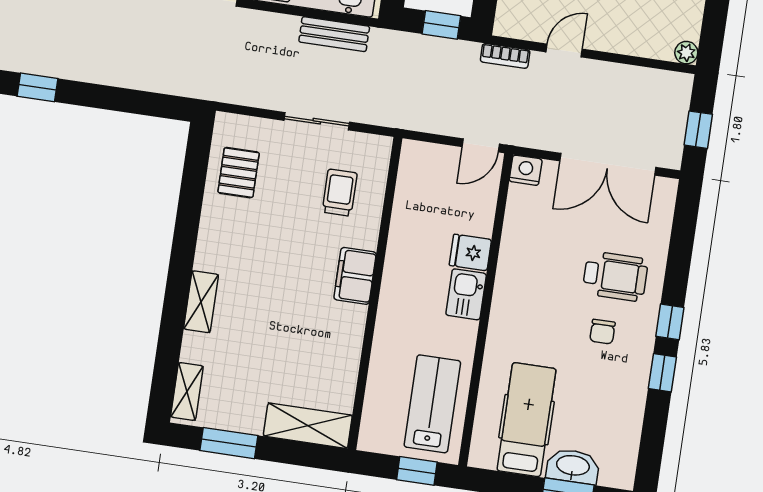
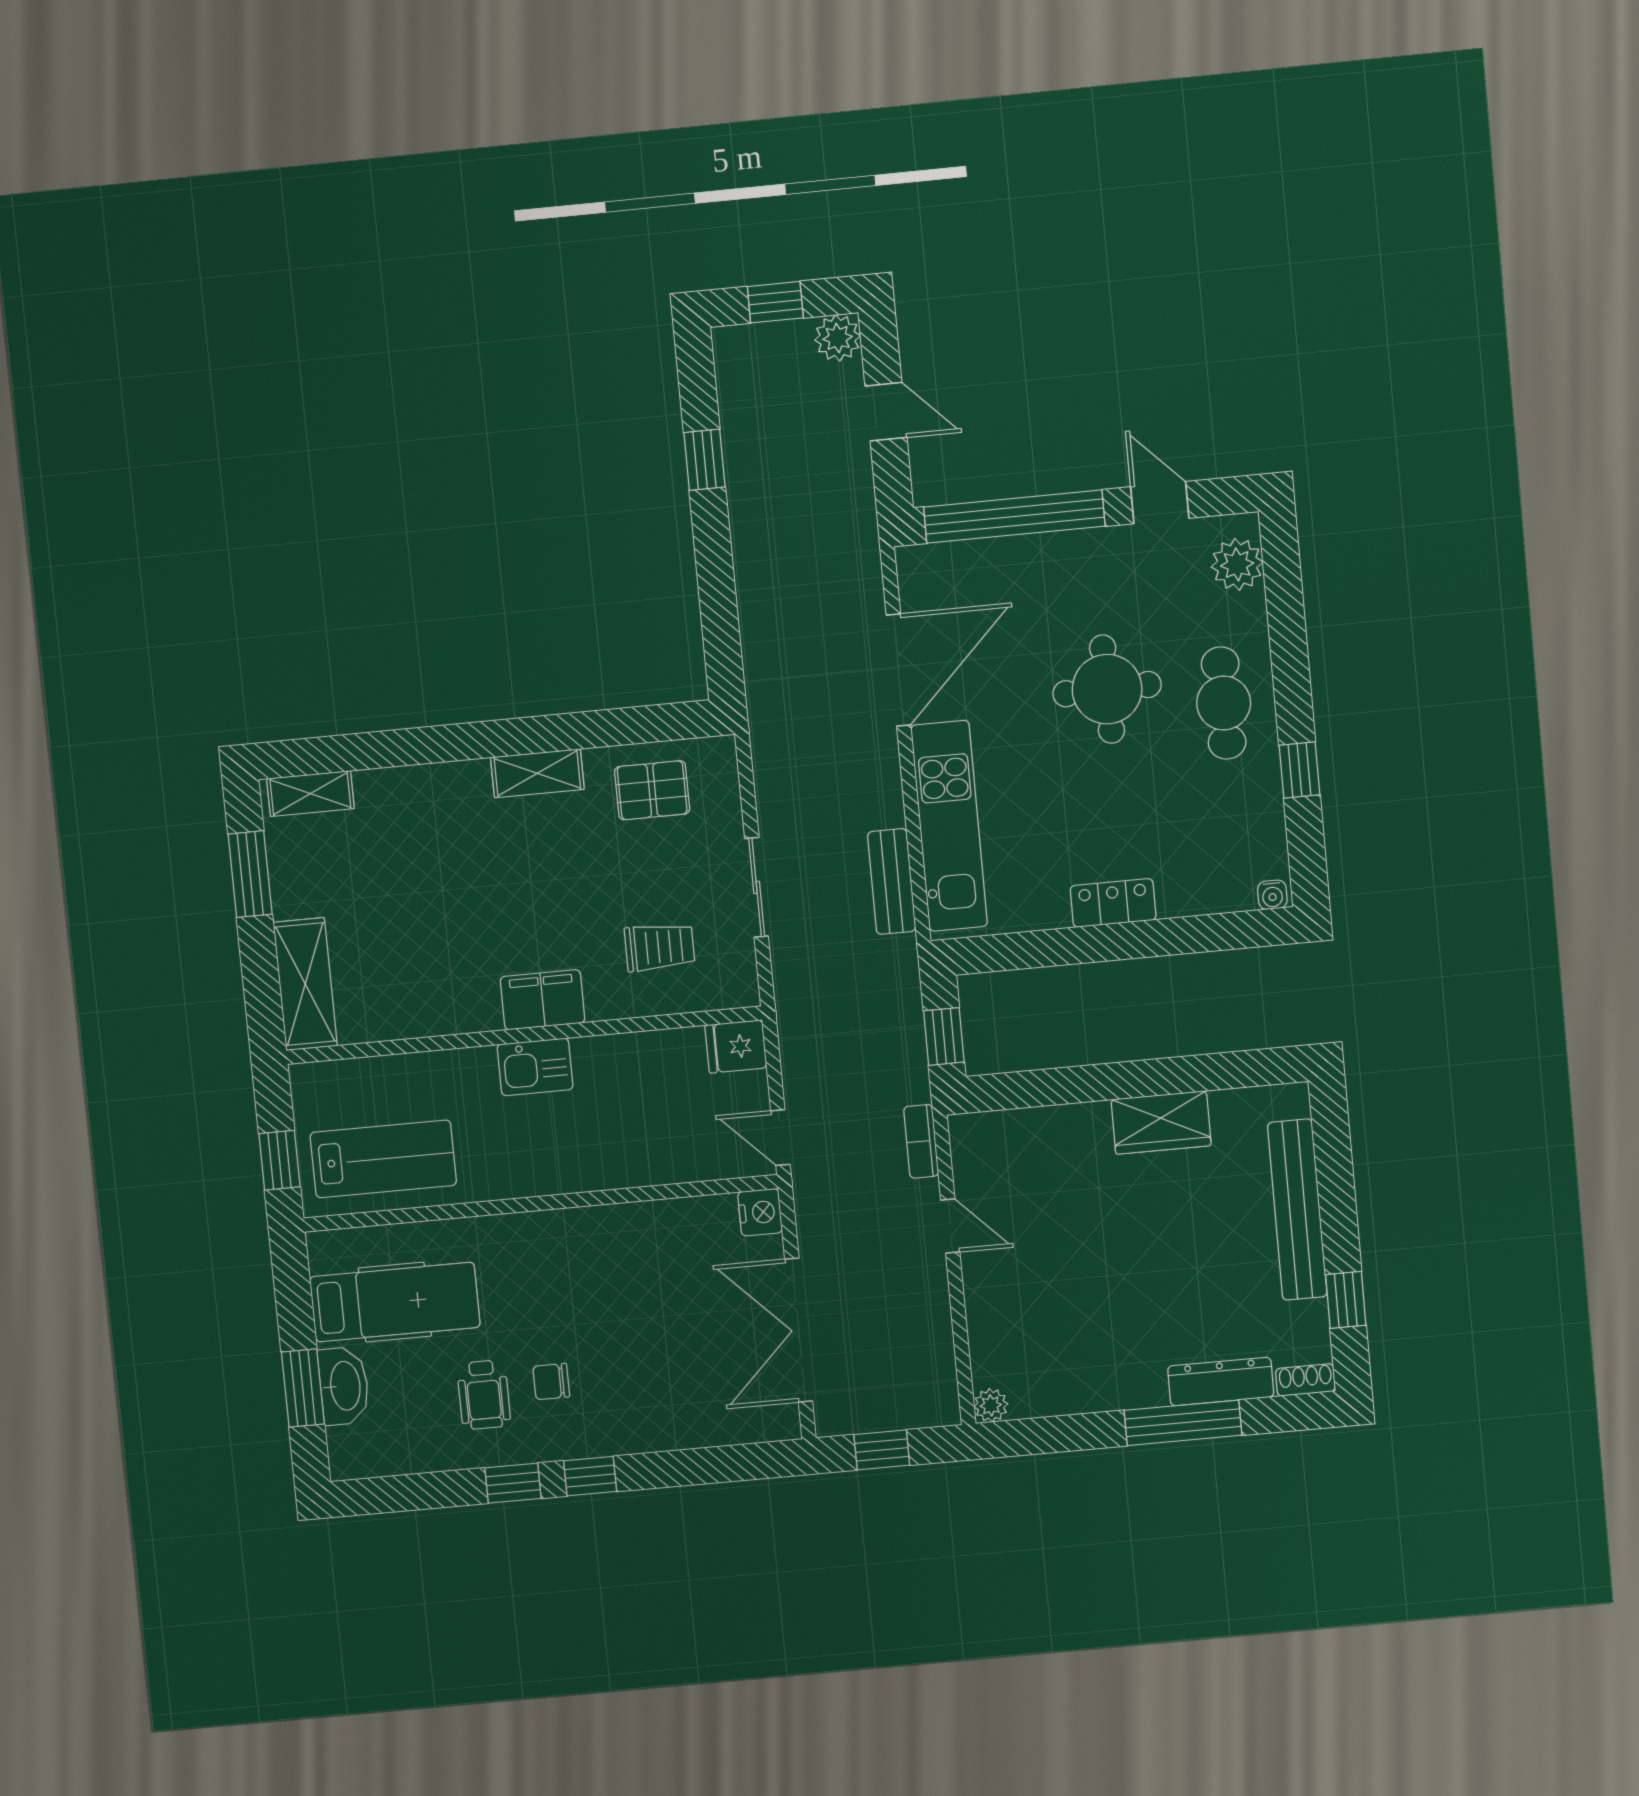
fridge: (470, 252) -> (736, 1046), moved, turned -90
wheelchair: (615, 276) -> (484, 1395), moved, width x0.73, depth x0.73
kitchen sink: (466, 294) -> (535, 1067), moved, turned 180
shelving: (201, 302) -> (537, 773), moved

